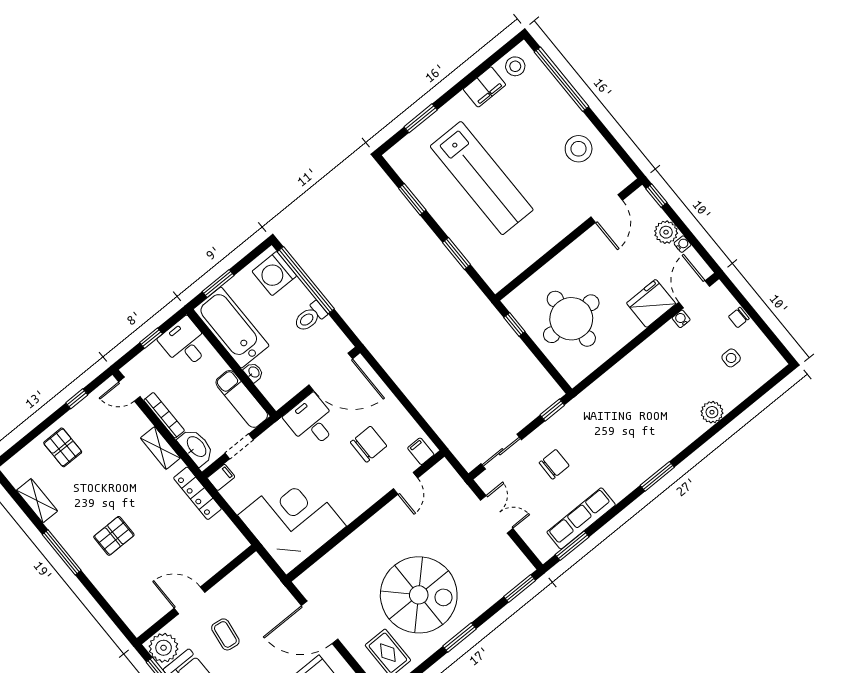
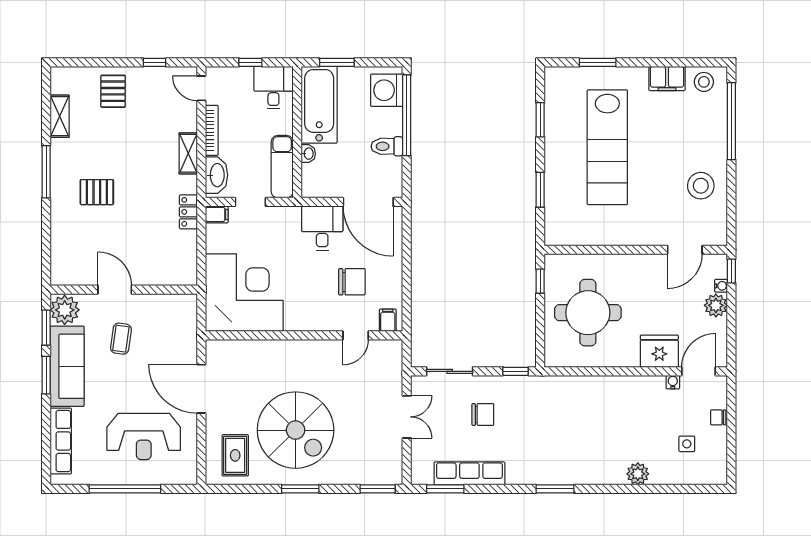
water cooler: (683, 244) -> (721, 286), moved
locker: (197, 493) -> (188, 212), width x0.66

